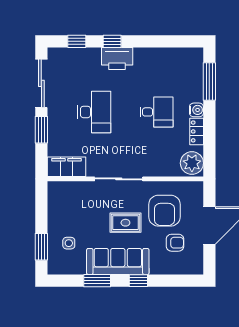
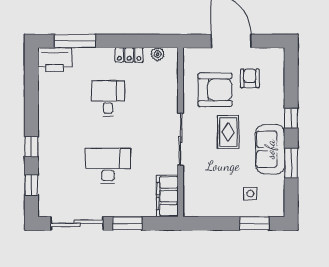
printer: (117, 58) -> (55, 60), moved, turned 90
water cooler: (196, 110) -> (106, 55), removed
plant: (192, 163) -> (158, 54), width x0.53, depth x0.53
sofa: (118, 262) -> (270, 149), width x0.73

